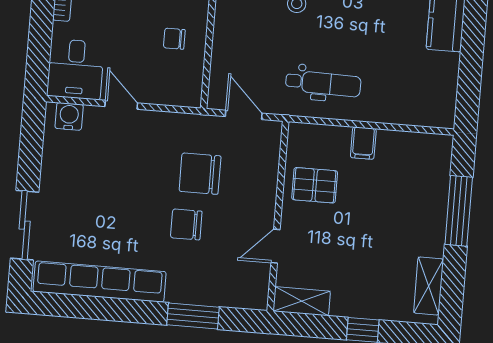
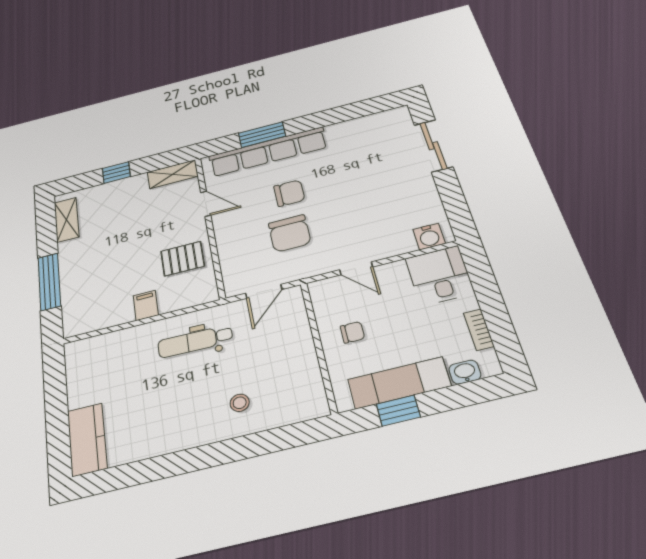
door: (121, 105) -> (356, 268), moved
door: (244, 115) -> (264, 291), hinge flipped
chair: (200, 174) -> (290, 233), turned 90
door: (275, 246) -> (206, 204), hinge flipped
row of seats: (100, 282) -> (268, 152), moved

